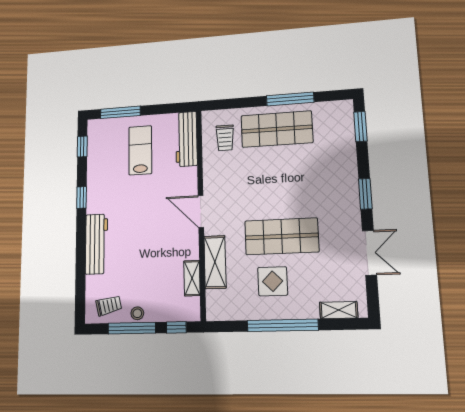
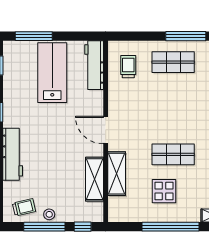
shop shelf: (277, 129) -> (173, 62), width x0.70, depth x0.74
trolley: (225, 138) -> (128, 67), turned 180
lab bench: (140, 150) -> (52, 73), width x1.36, depth x1.39
shop shelf: (282, 236) -> (173, 154), width x0.70, depth x0.74
shelving: (192, 278) -> (94, 179), width x1.50, depth x1.33

